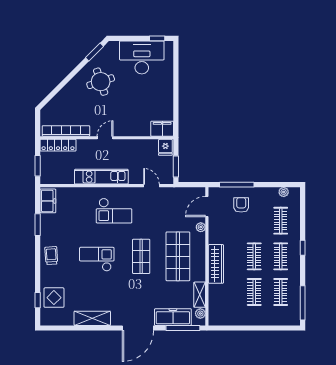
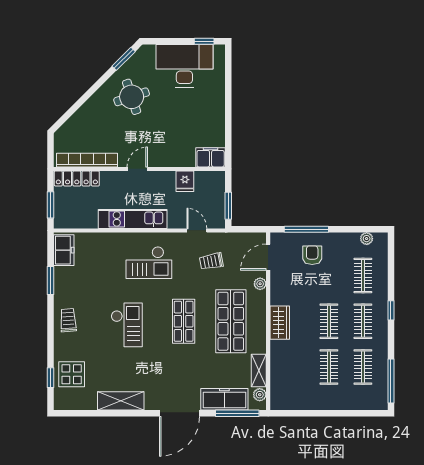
fridge: (165, 147) -> (185, 181), moved
trolley: (163, 210) -> (211, 261), added
checkout: (97, 259) -> (127, 325), turned 90
wardrobe: (216, 264) -> (280, 323), width x0.67

